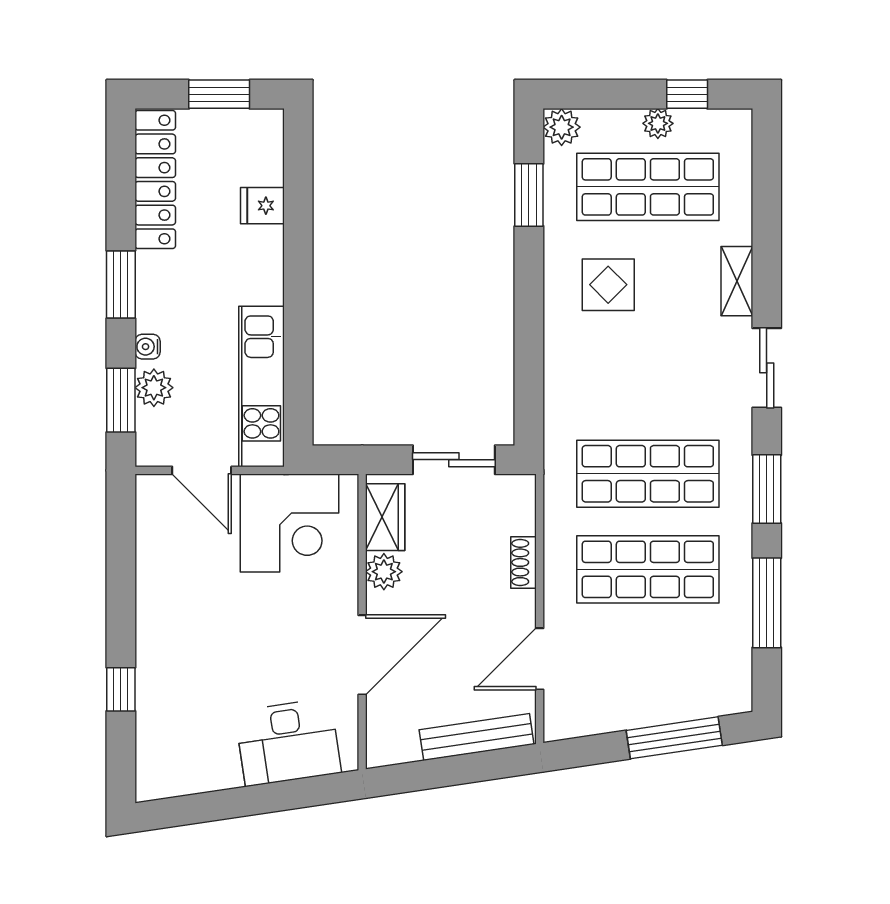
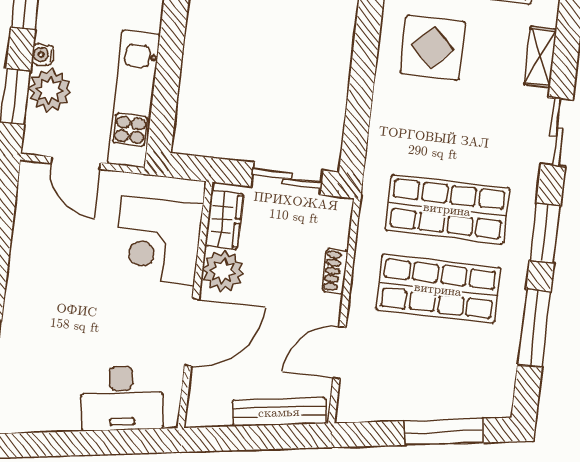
display table: (608, 285) -> (433, 47), width x1.36, depth x1.36
plant: (154, 388) -> (50, 90), width x1.36, depth x1.36
corner desk: (289, 523) -> (158, 240), moved, turned 90
plant: (384, 572) -> (223, 271), width x1.36, depth x1.36

